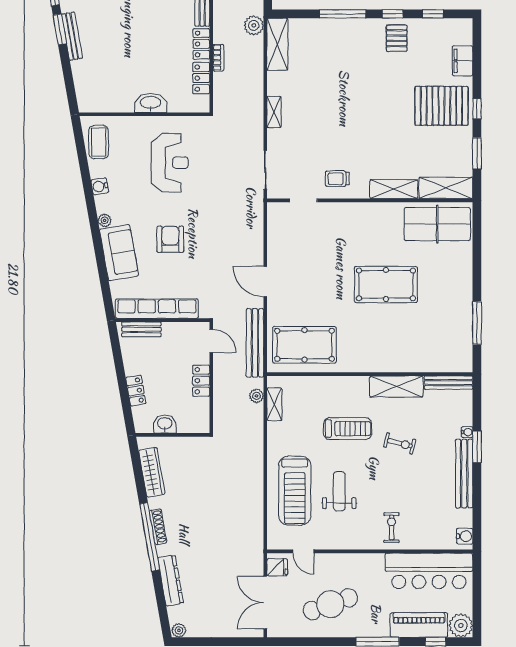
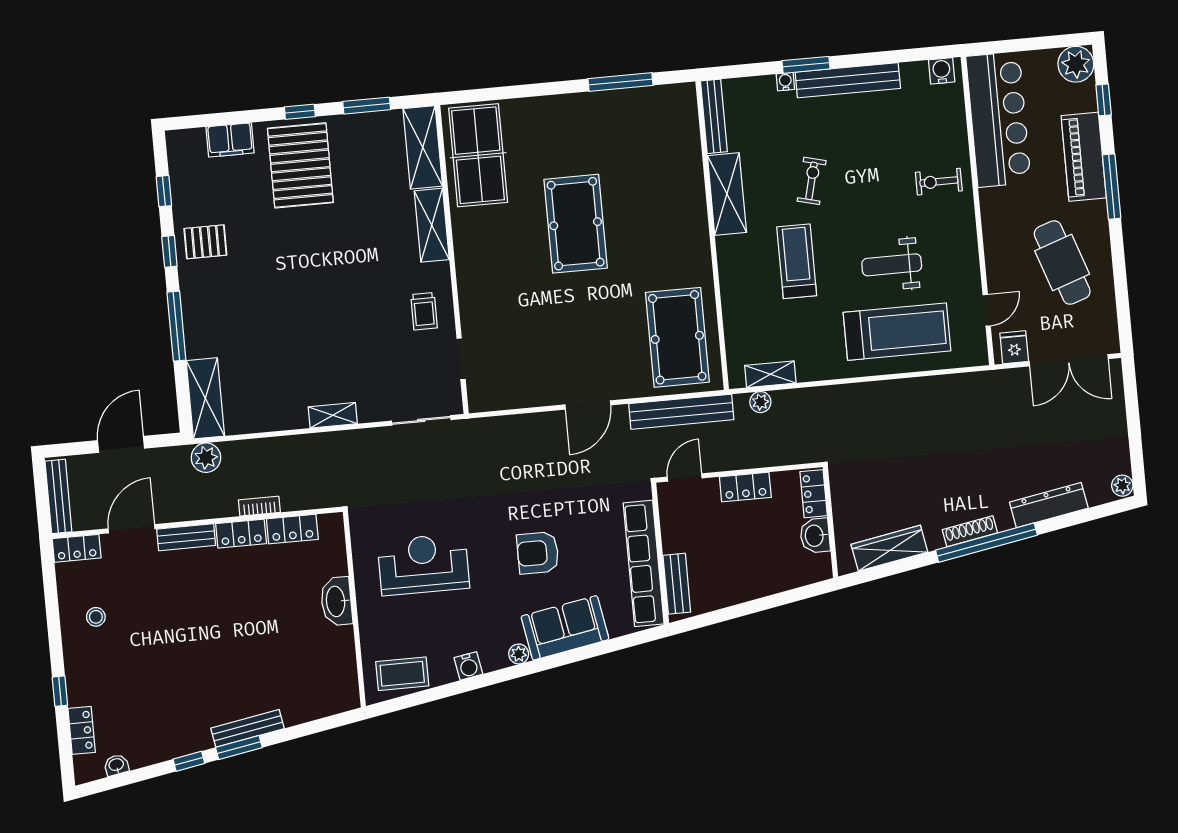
shelving: (277, 44) -> (205, 398), moved, turned 90
locker: (136, 391) -> (814, 494), moved, turned -80
piano: (419, 625) -> (1084, 157), moved

